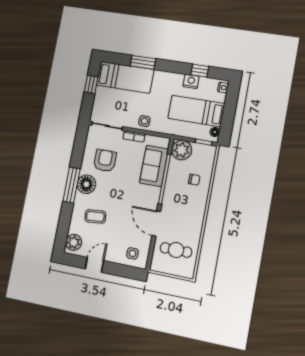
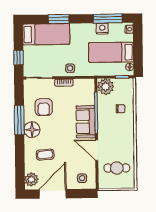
window: (200, 71) -> (108, 18), width x2.17
window: (91, 84) -> (19, 58), moved
armchair: (105, 161) -> (44, 107), turned 180
sofa: (154, 166) -> (86, 122), moved
window: (72, 185) -> (19, 120), moved
door: (94, 265) -> (53, 194), width x1.88

